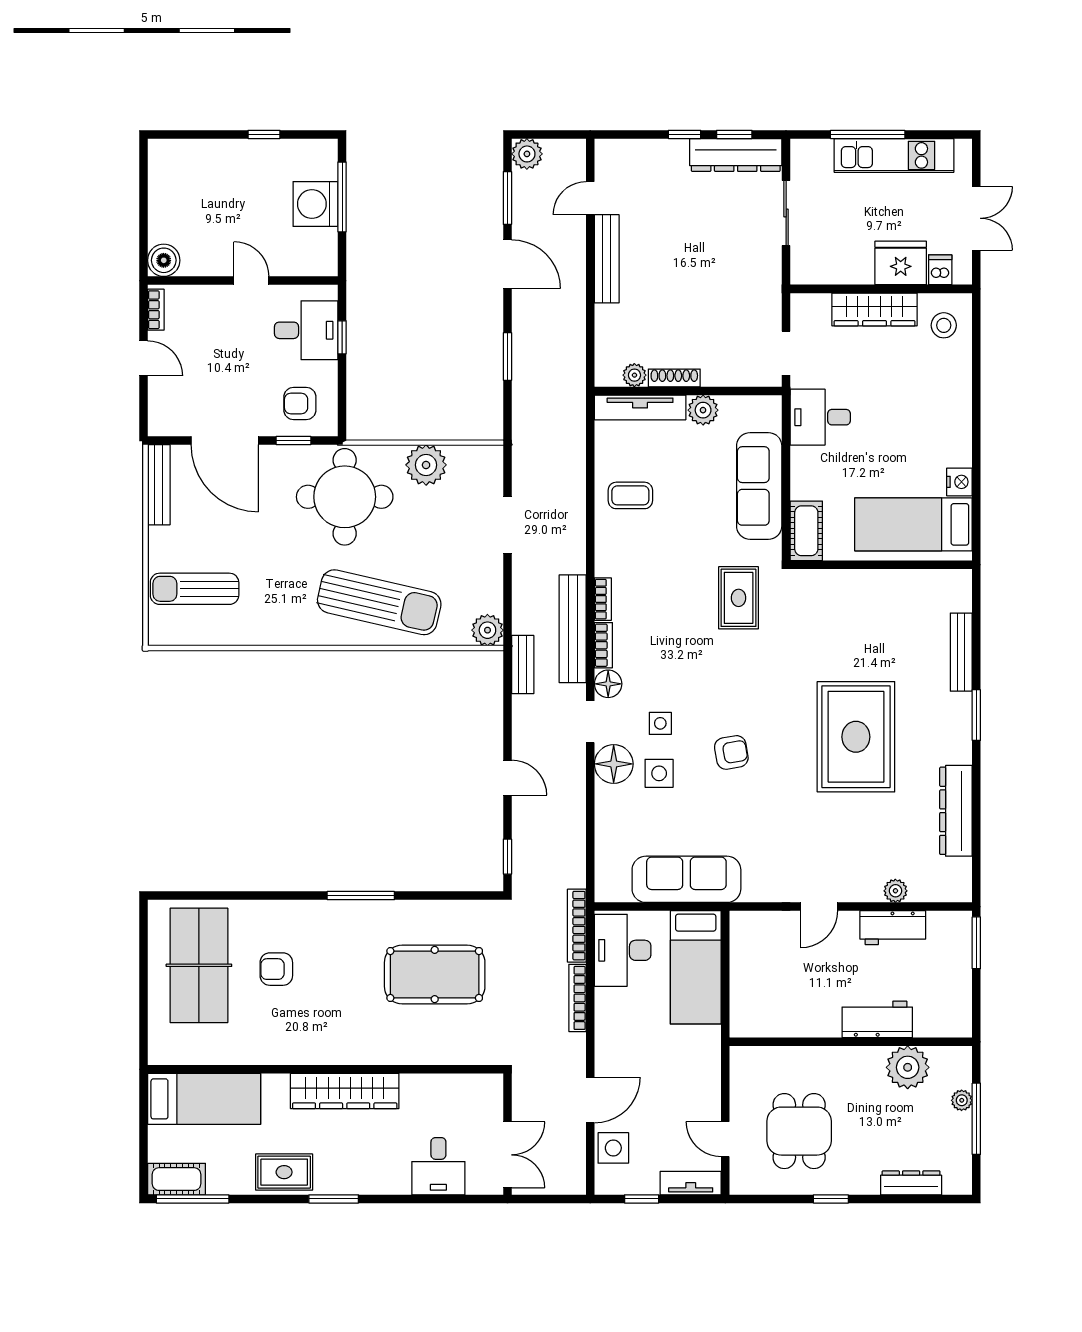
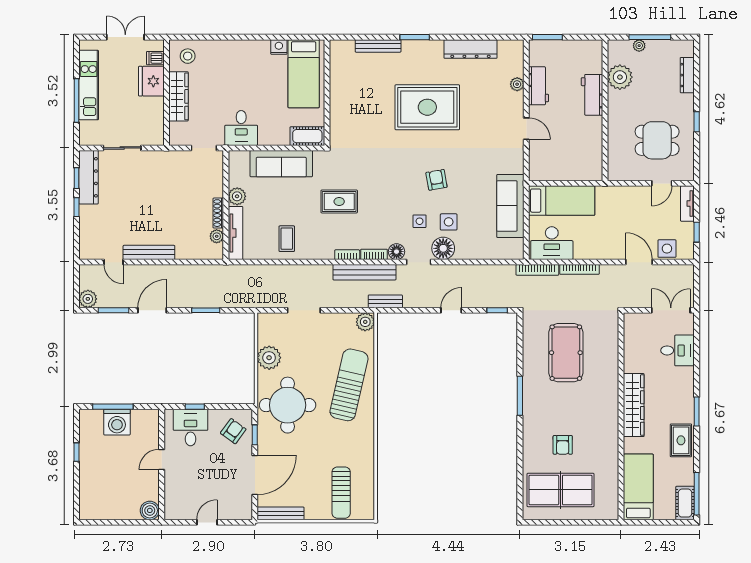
bookcase: (156, 310) -> (179, 515), removed
armchair: (300, 404) -> (233, 431), turned -144
rug: (739, 598) -> (339, 201), moved

